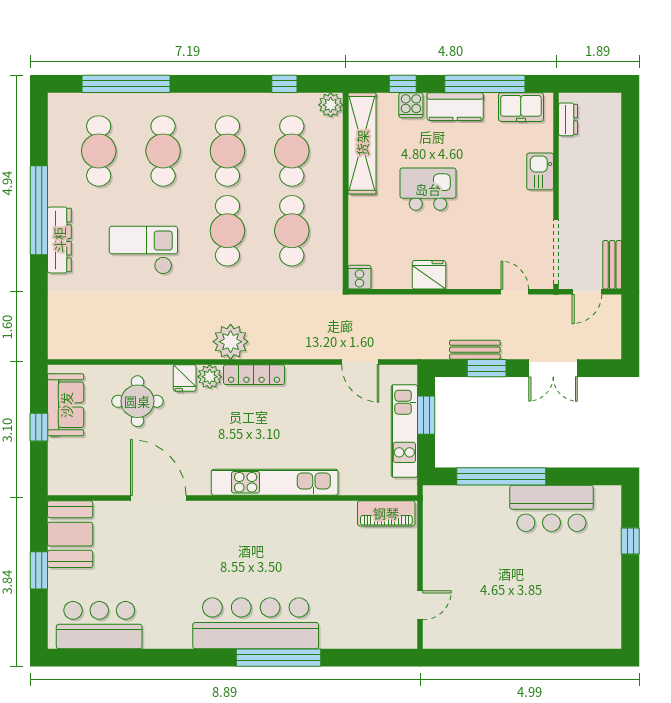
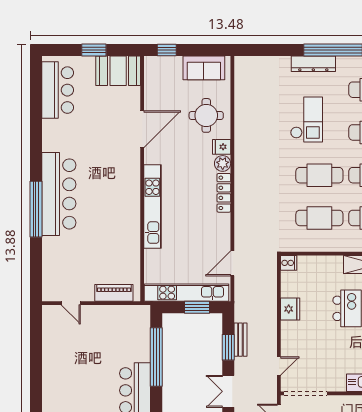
plant: (231, 342) -> (246, 177), removed
window: (39, 427) -> (167, 50), moved
kitchen unit: (404, 431) -> (186, 293), width x1.36
piano: (386, 513) -> (114, 293), moved, turned 90

